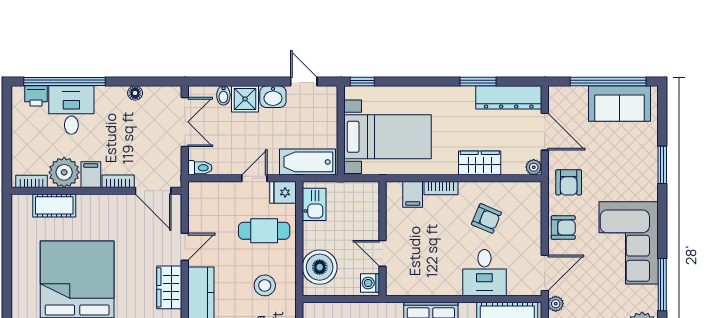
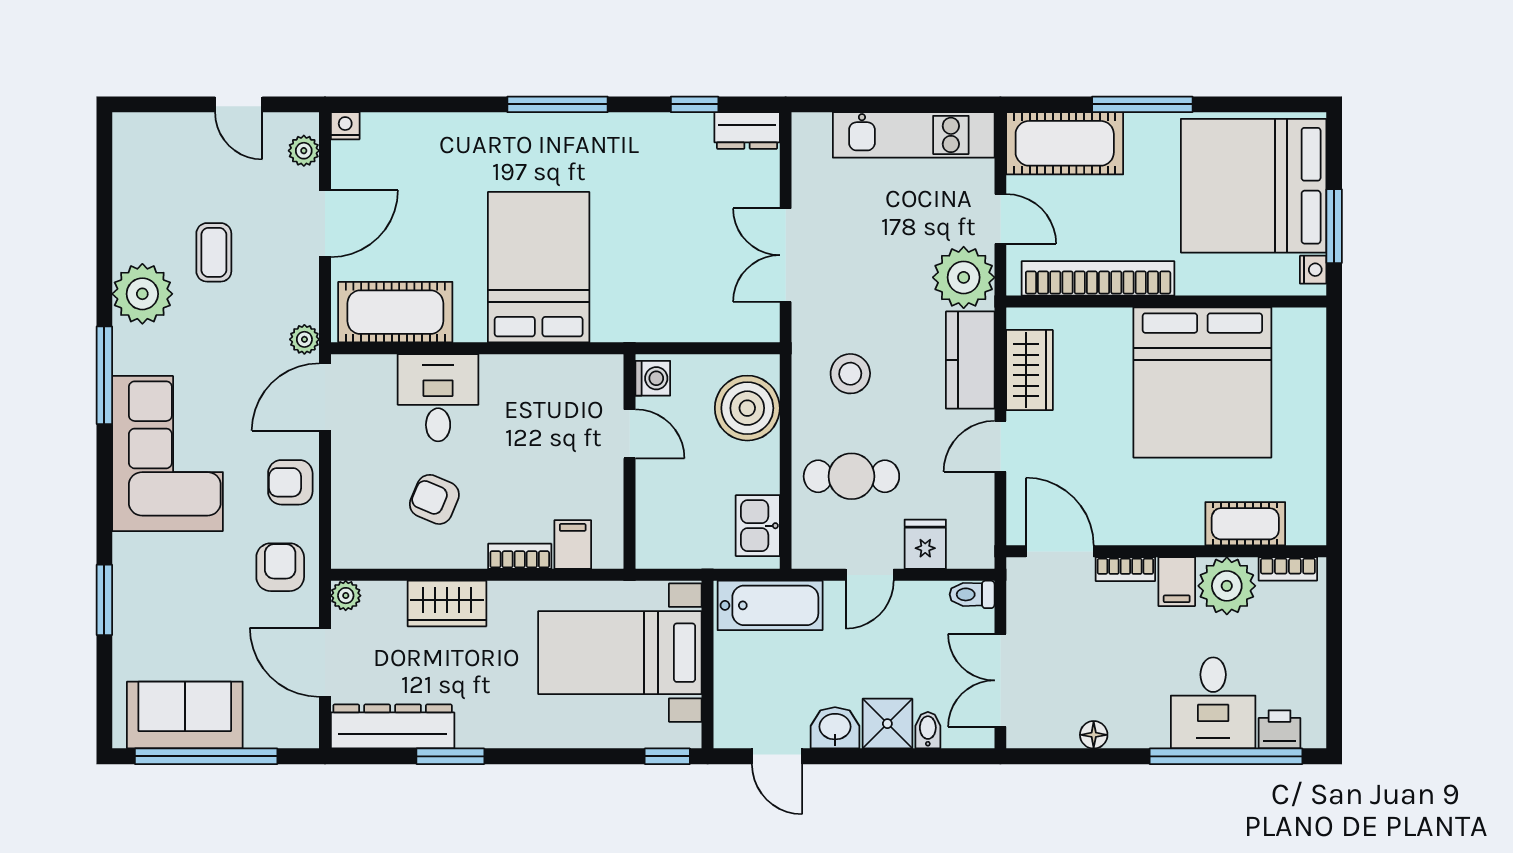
fridge: (283, 192) -> (925, 544), moved, turned -90

